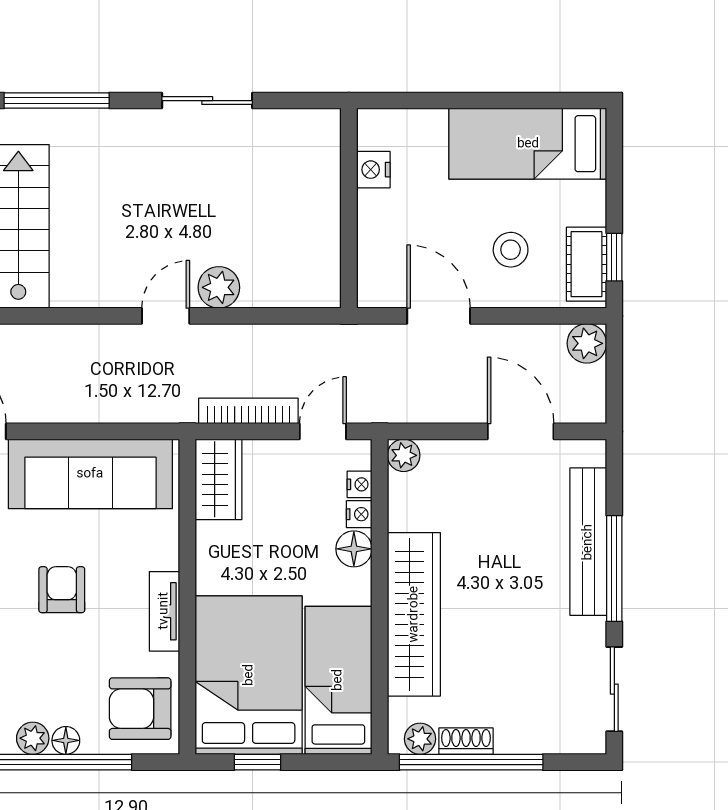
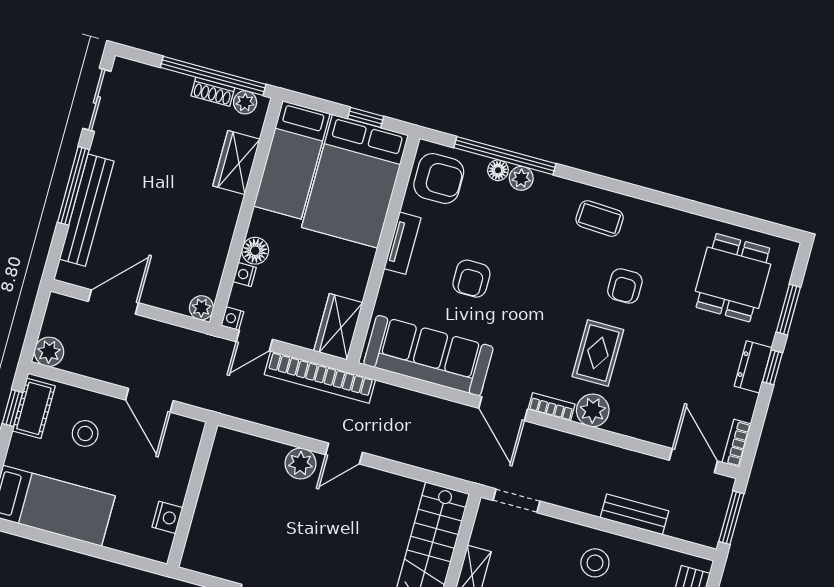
bookcase: (248, 411) -> (320, 377), width x1.48, depth x1.31
door: (521, 431) -> (113, 302), swing flipped
nightstand: (360, 484) -> (232, 319), moved
wardrobe: (414, 614) -> (236, 163), width x0.48, depth x0.85

